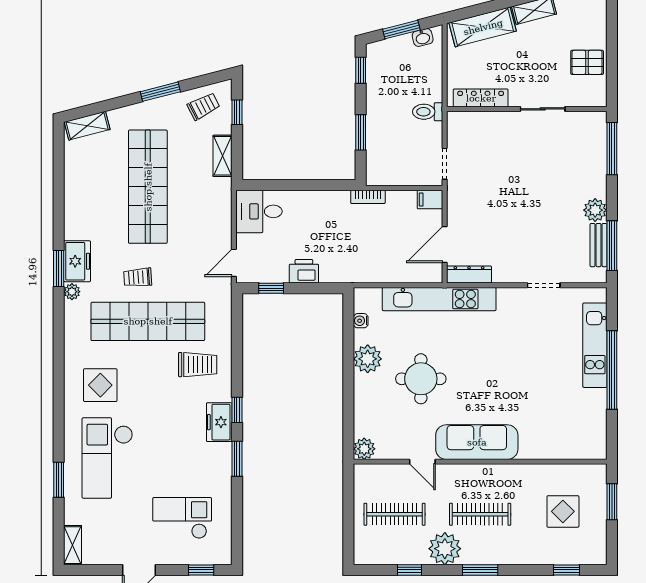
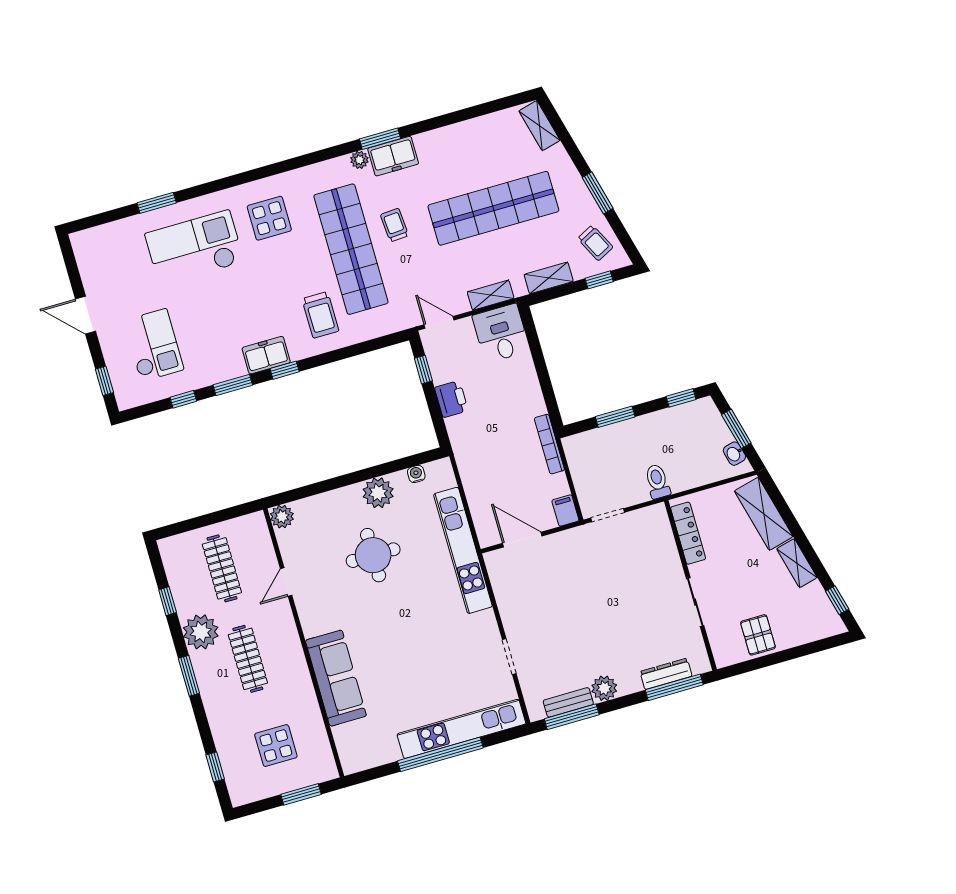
bookcase: (368, 197) -> (549, 444), width x1.56
dresser: (469, 275) -> (666, 674), moved, turned -90
kitchen unit: (595, 345) -> (461, 729), width x1.36
sofa: (477, 442) -> (336, 678), moved
window: (237, 506) -> (183, 399), added
shelving: (73, 545) -> (491, 295), moved

